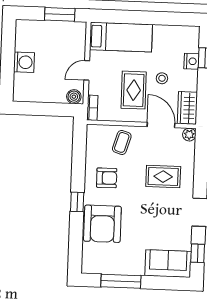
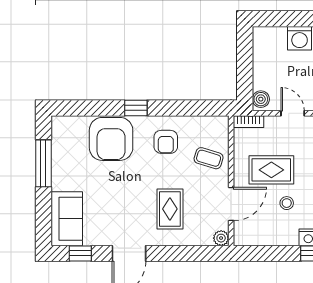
wardrobe: (187, 108) -> (253, 235), removed
armchair: (102, 224) -> (111, 139), turned -90

